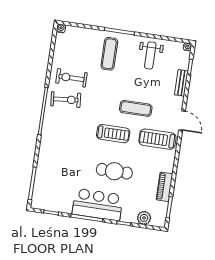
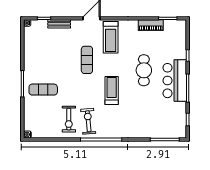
weight bench: (150, 55) -> (39, 54), removed
treadmill: (113, 134) -> (112, 90), moved
plant: (144, 218) -> (180, 39), removed

